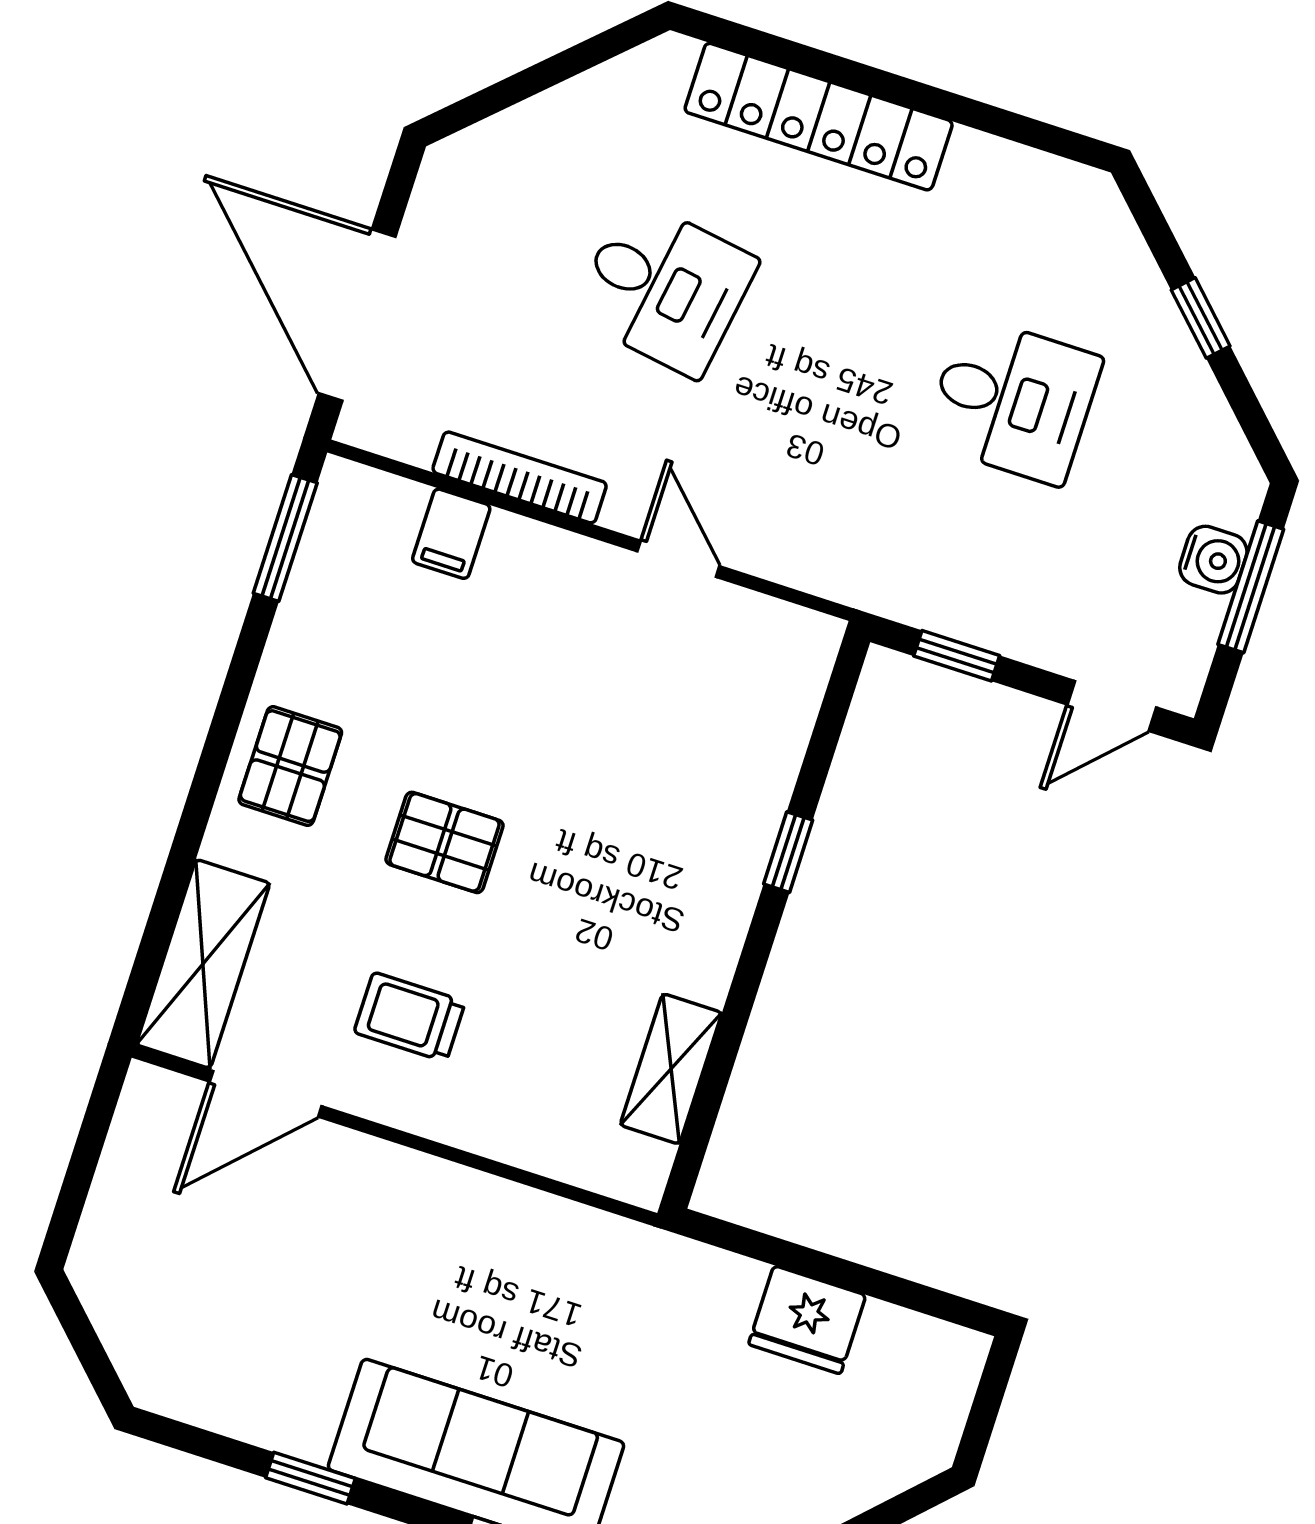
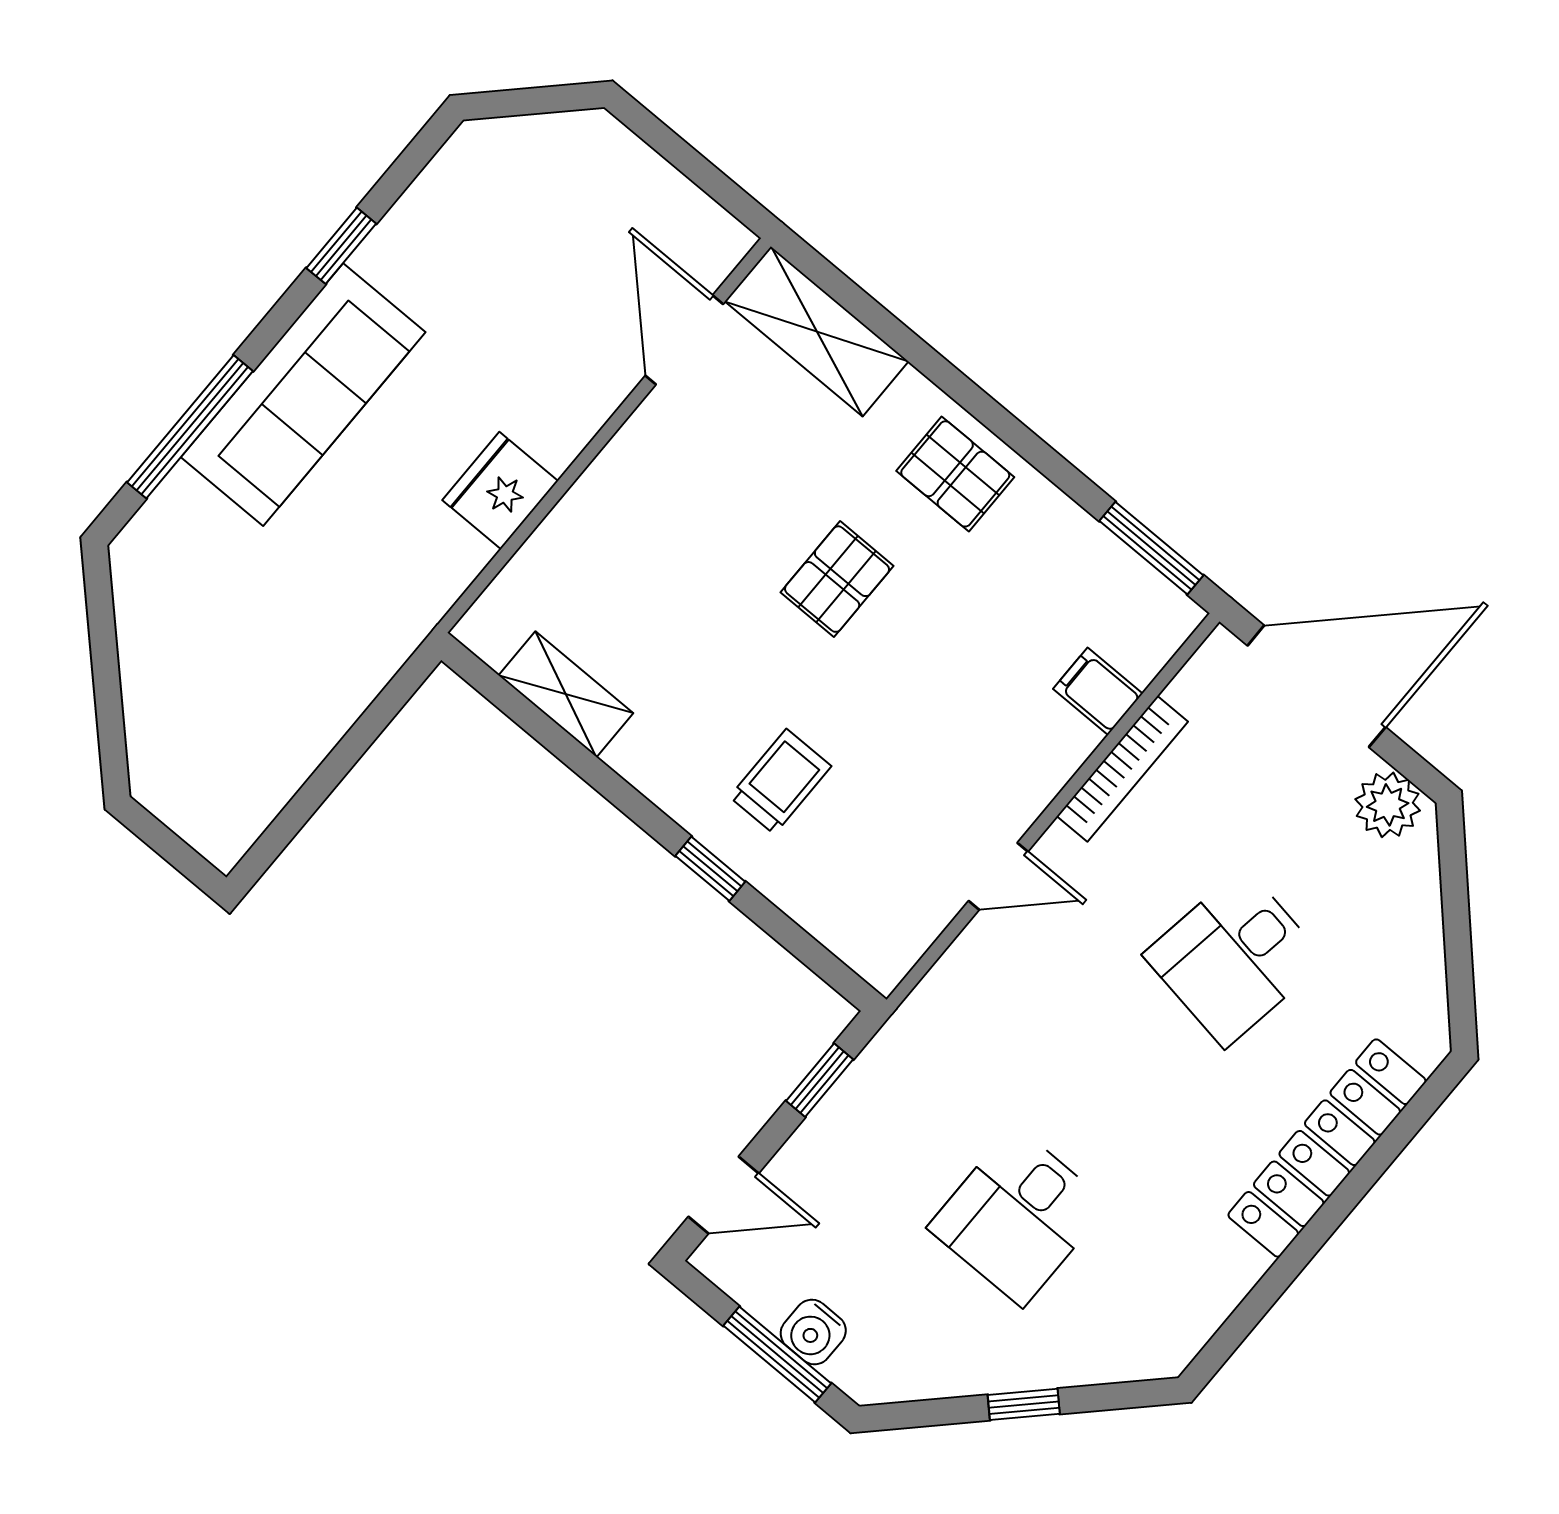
plant: (448, 195) -> (1388, 805), added
door: (1112, 706) -> (724, 1195), swing flipped
trolley: (410, 1017) -> (780, 782), moved
fridge: (807, 1320) -> (500, 491), moved

